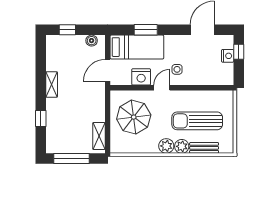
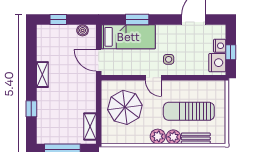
window: (239, 52) -> (231, 52), moved
door: (108, 70) -> (99, 60), hinge flipped
nightstand: (141, 77) -> (217, 63), moved, turned -90
door: (162, 88) -> (153, 78), swing flipped

